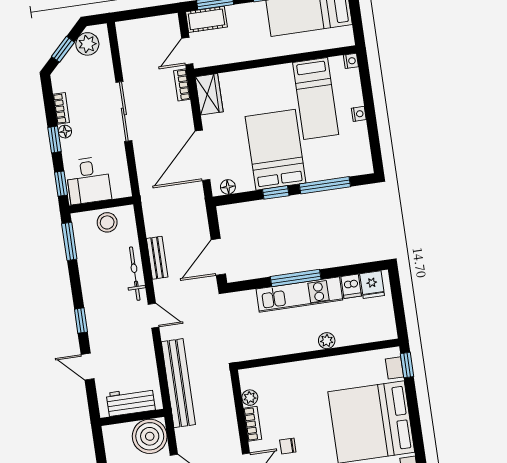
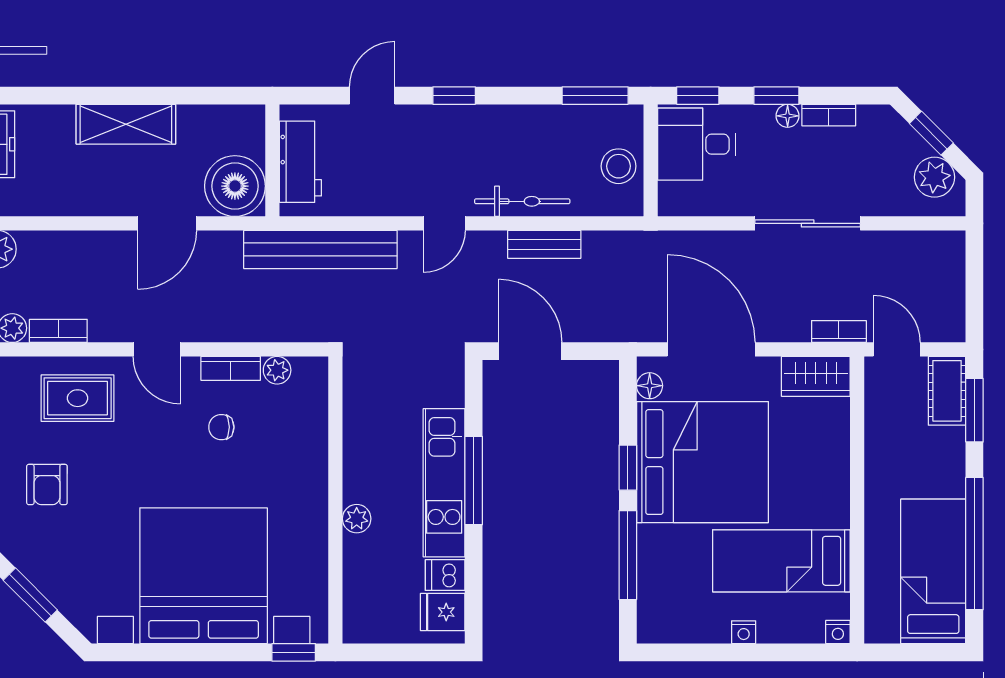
bed: (276, 150) -> (702, 462), width x1.36
chair: (288, 446) -> (221, 427), moved, turned -90

